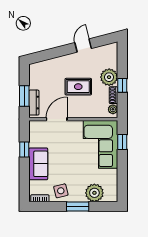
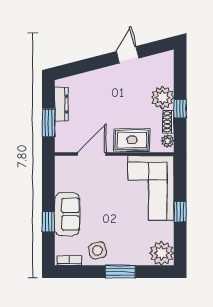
rug: (78, 87) -> (132, 140), moved
dresser: (34, 103) -> (61, 104), moved
window: (122, 142) -> (180, 212), moved
window: (24, 150) -> (48, 222), moved
plant: (94, 193) -> (162, 253), moved

